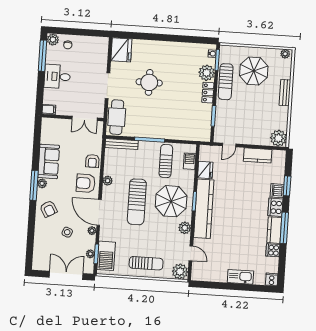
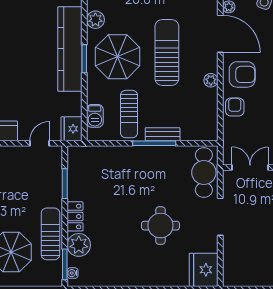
bench: (122, 144) -> (163, 134), moved, width x0.73
fridge: (205, 170) -> (71, 129), moved

